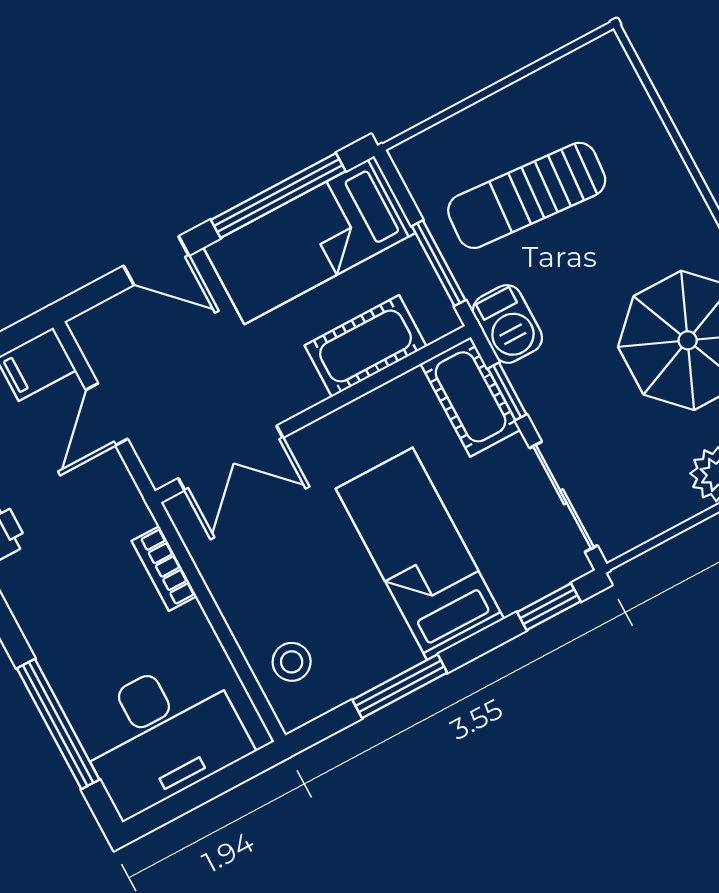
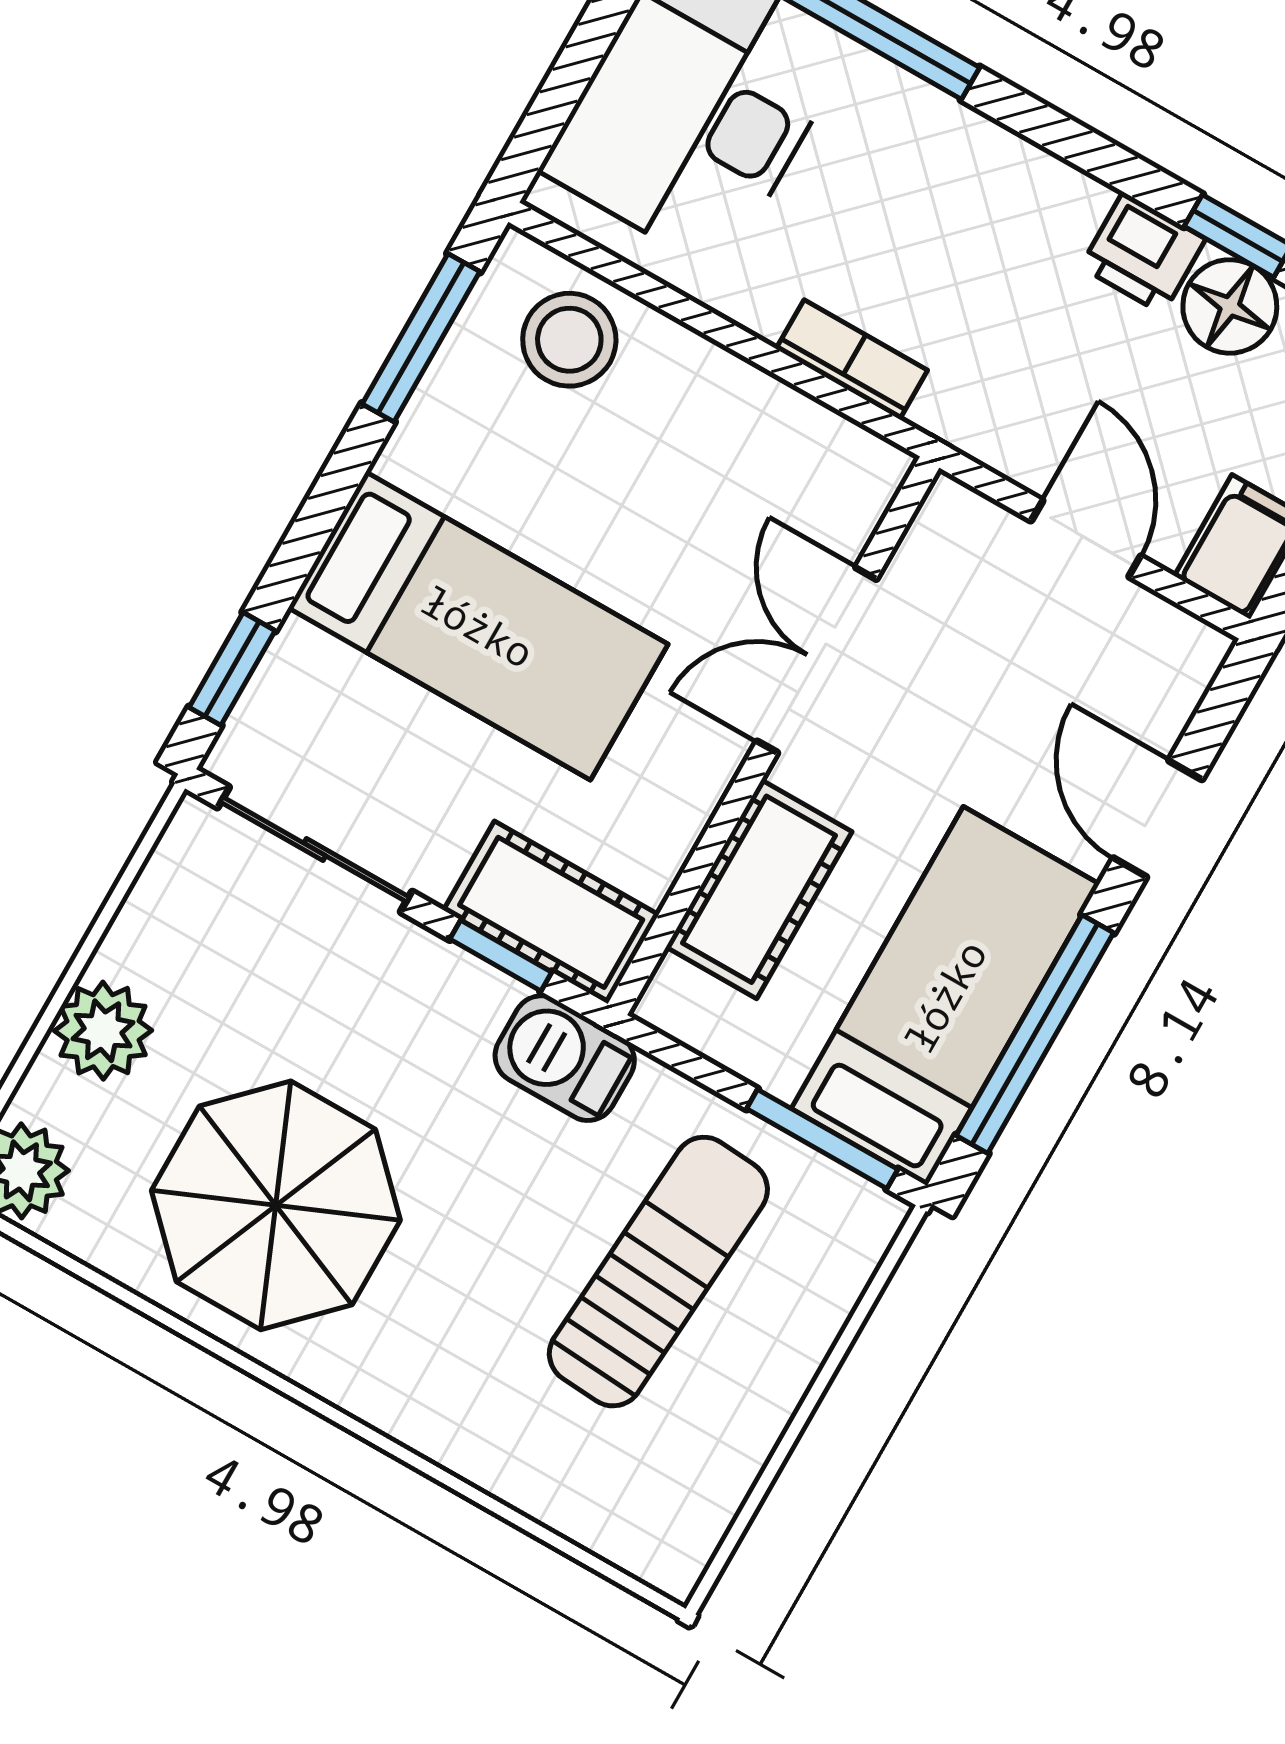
door: (156, 261) -> (1158, 819), hinge flipped
window: (439, 263) -> (822, 1139), moved
double door: (231, 458) -> (817, 660), moved
stool: (292, 662) -> (569, 340), width x1.37, depth x1.37
window: (400, 686) -> (421, 338), moved

